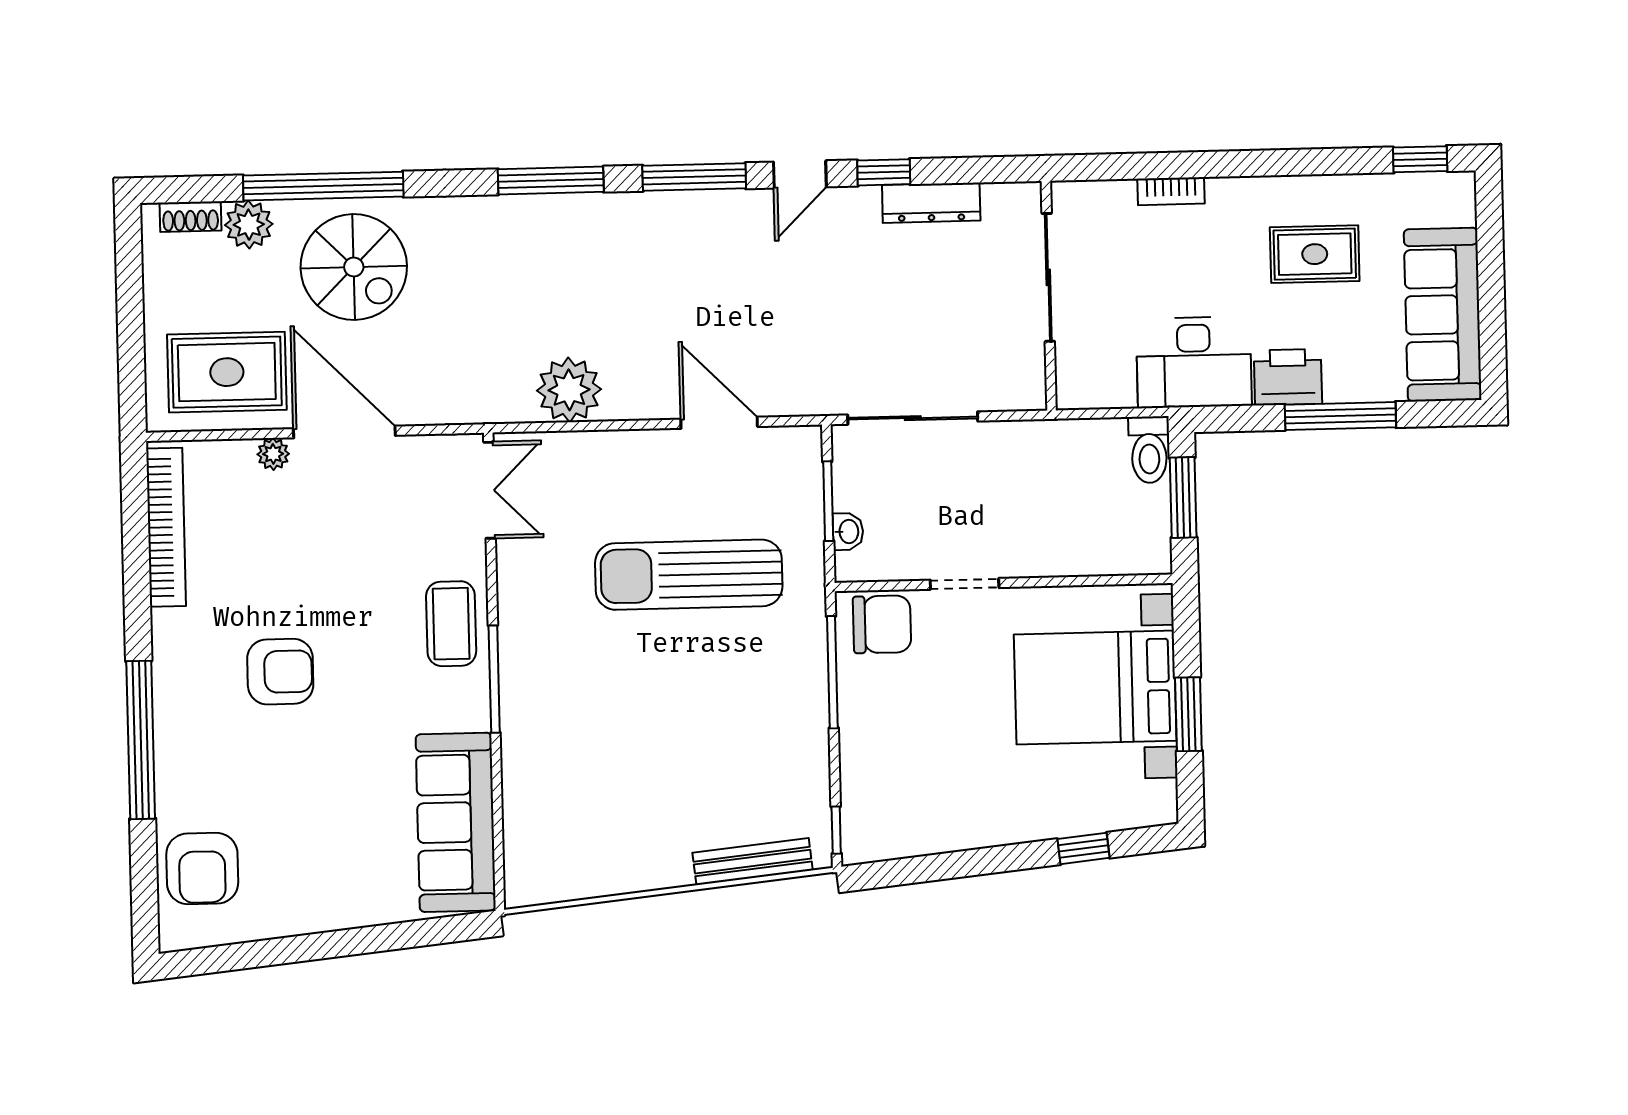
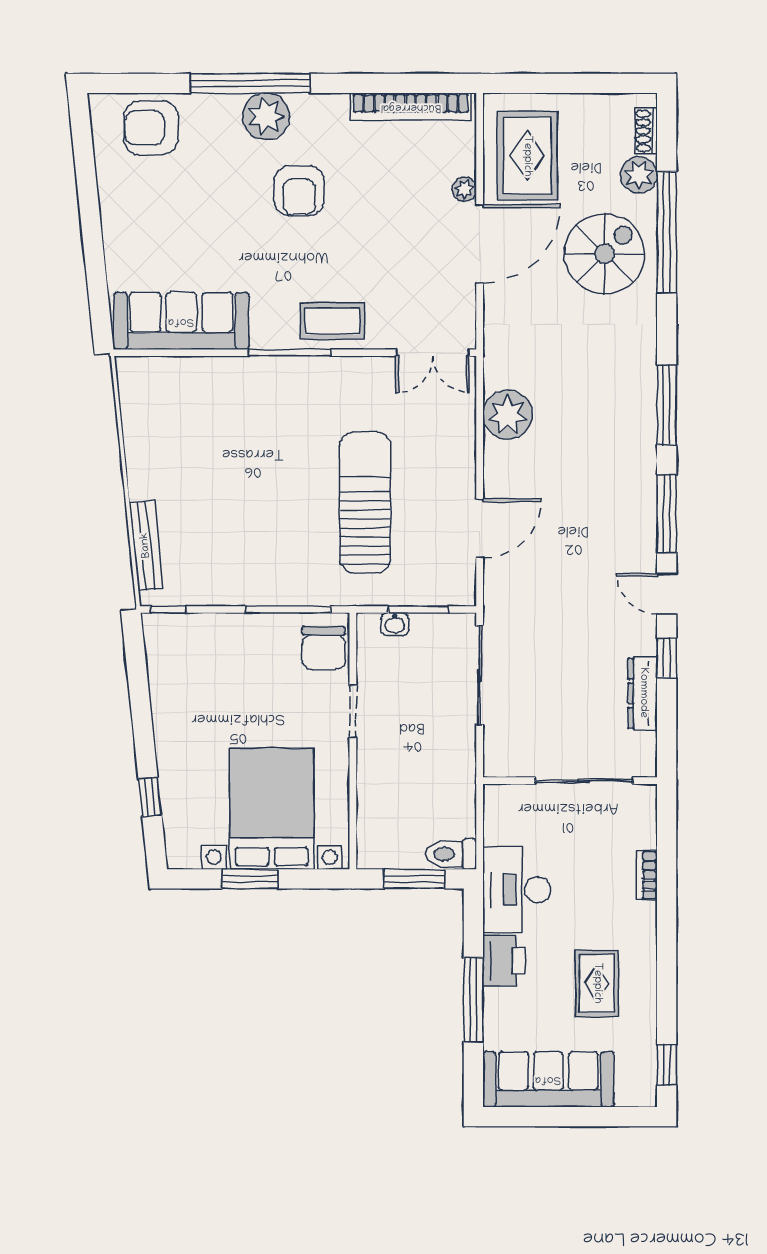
spiral stairs: (354, 267) -> (605, 254), turned 180
plant: (184, 718) -> (266, 116), added

